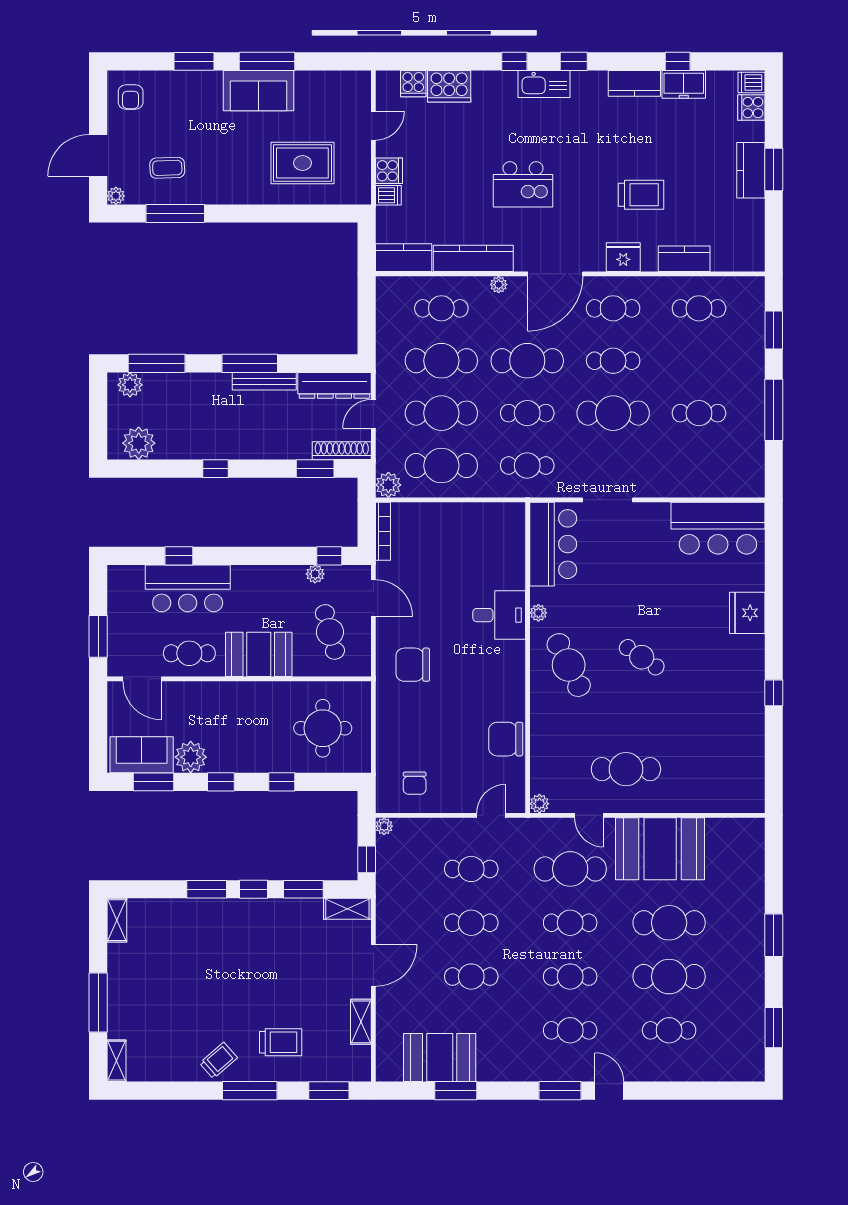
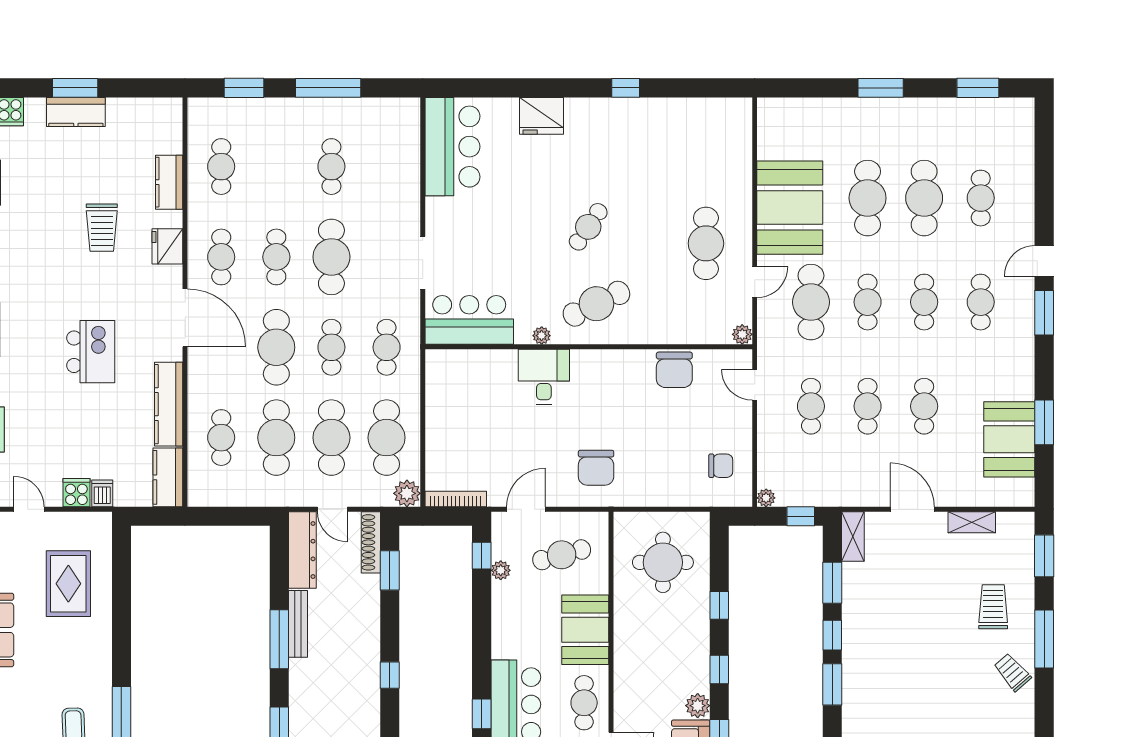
trolley: (641, 195) -> (102, 228), turned 180
plant: (499, 285) -> (196, 377), removed
plant: (191, 757) -> (698, 706), width x0.73, depth x0.73

